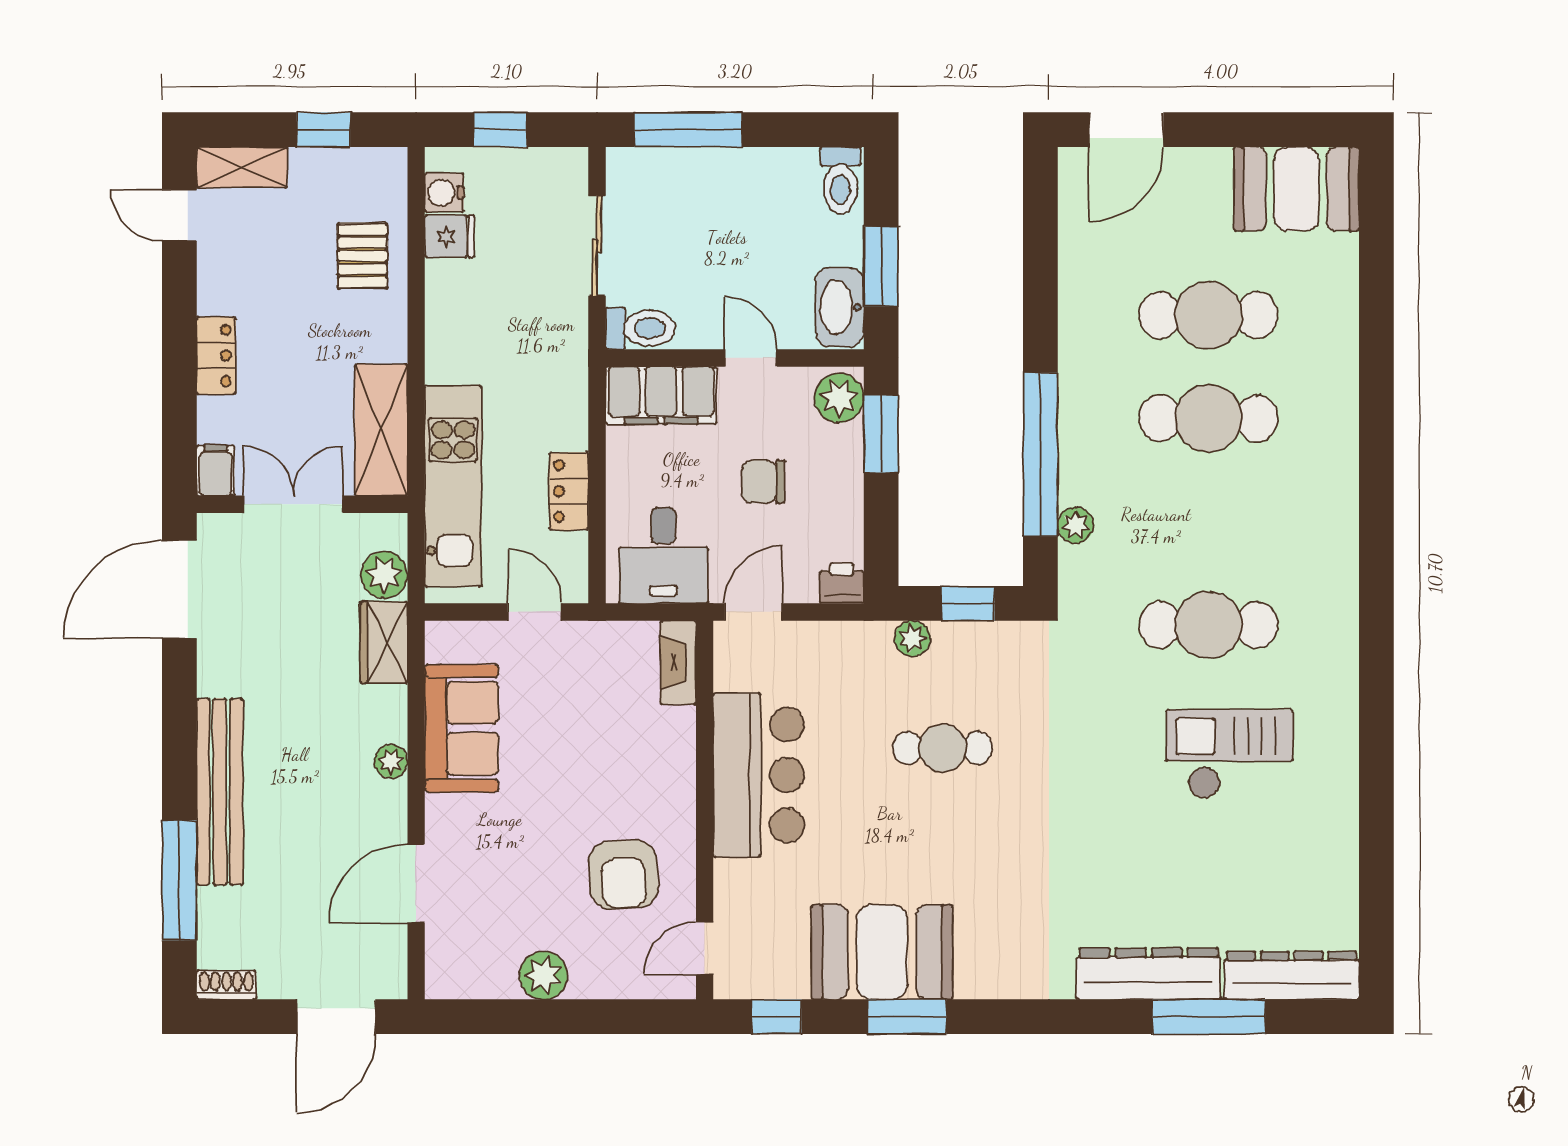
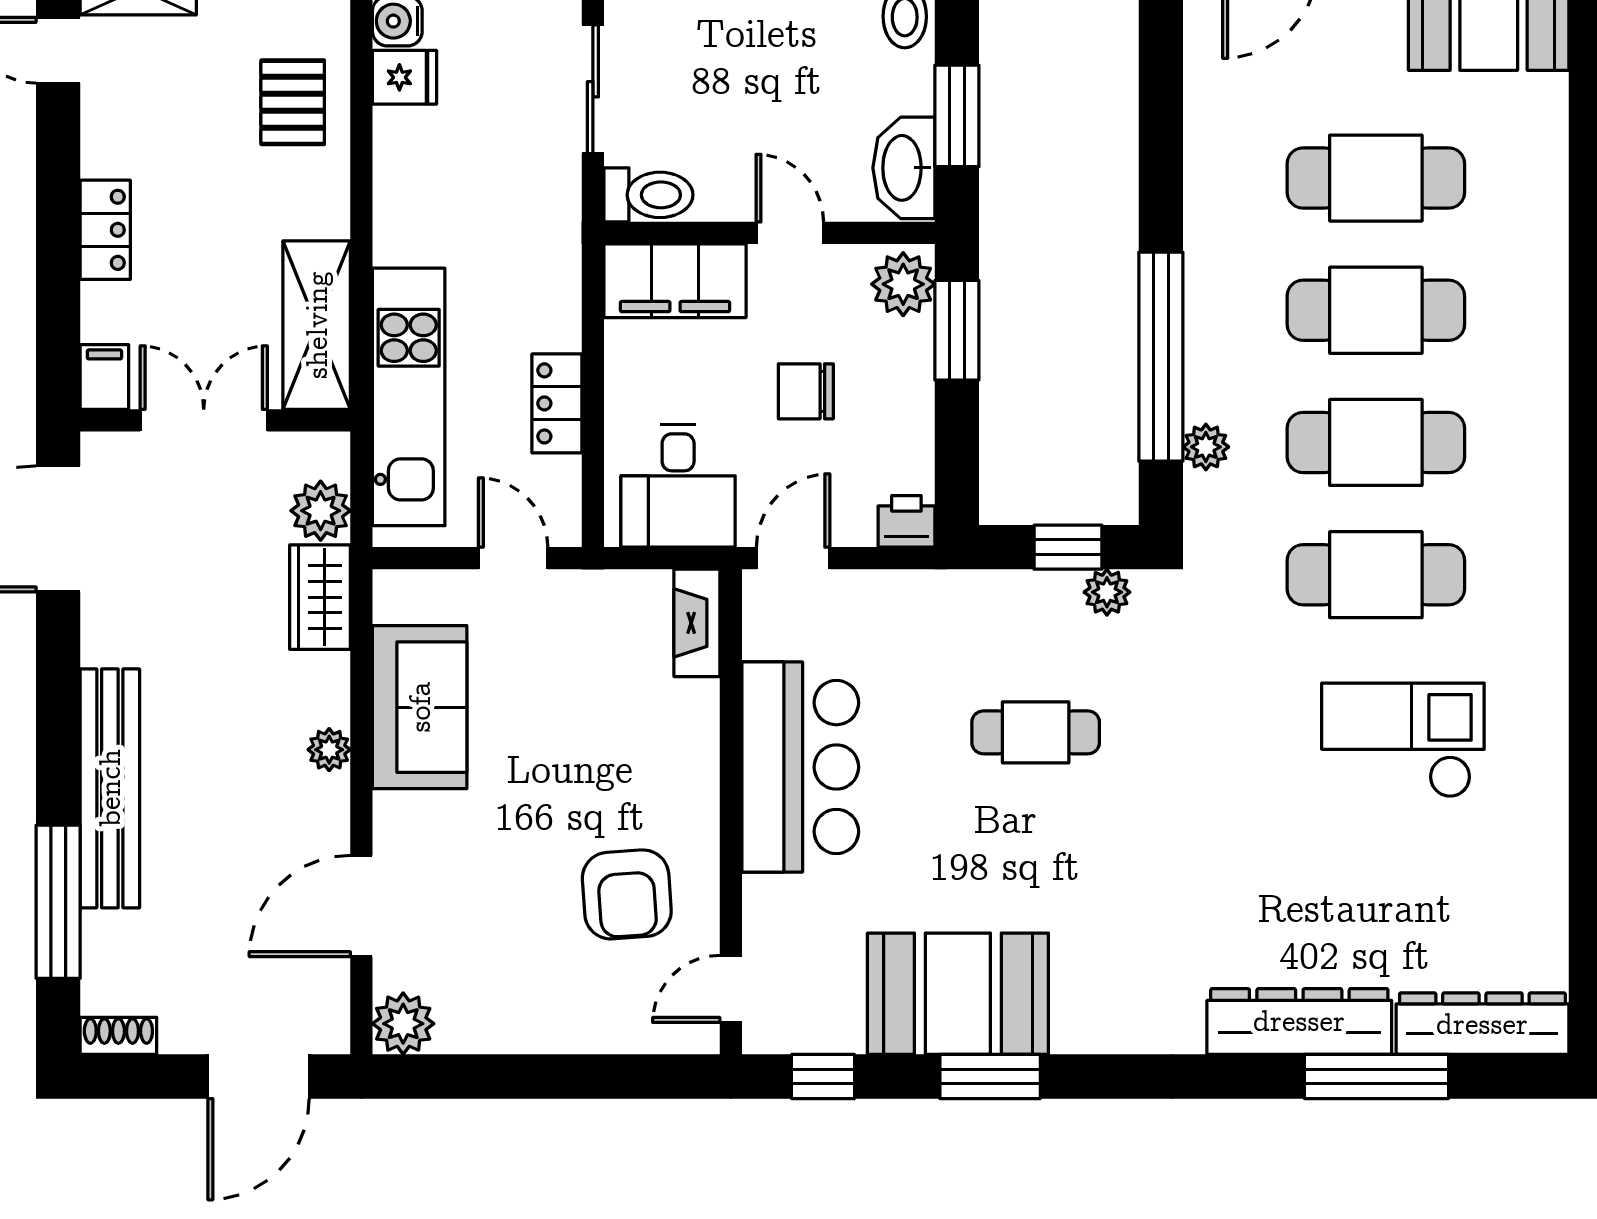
cafe table: (1208, 522) -> (1376, 442), added
plant: (912, 639) -> (1107, 592), moved
plant: (543, 975) -> (403, 1024), moved

